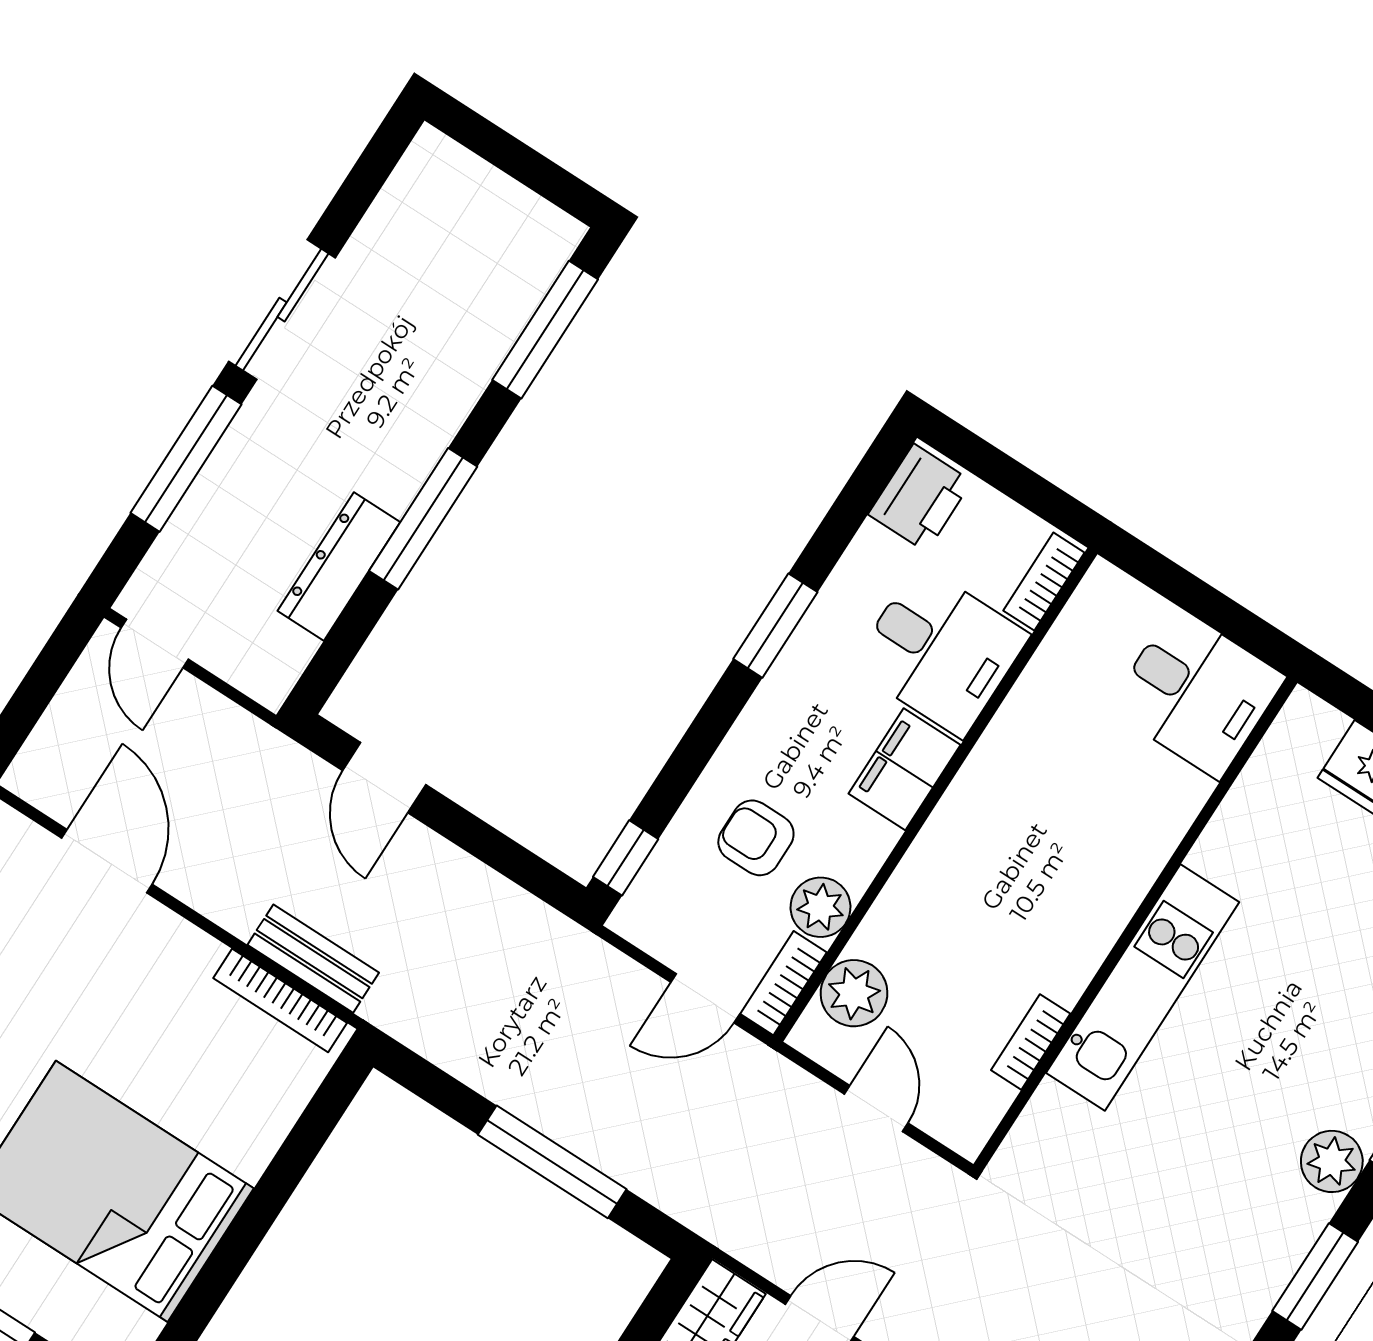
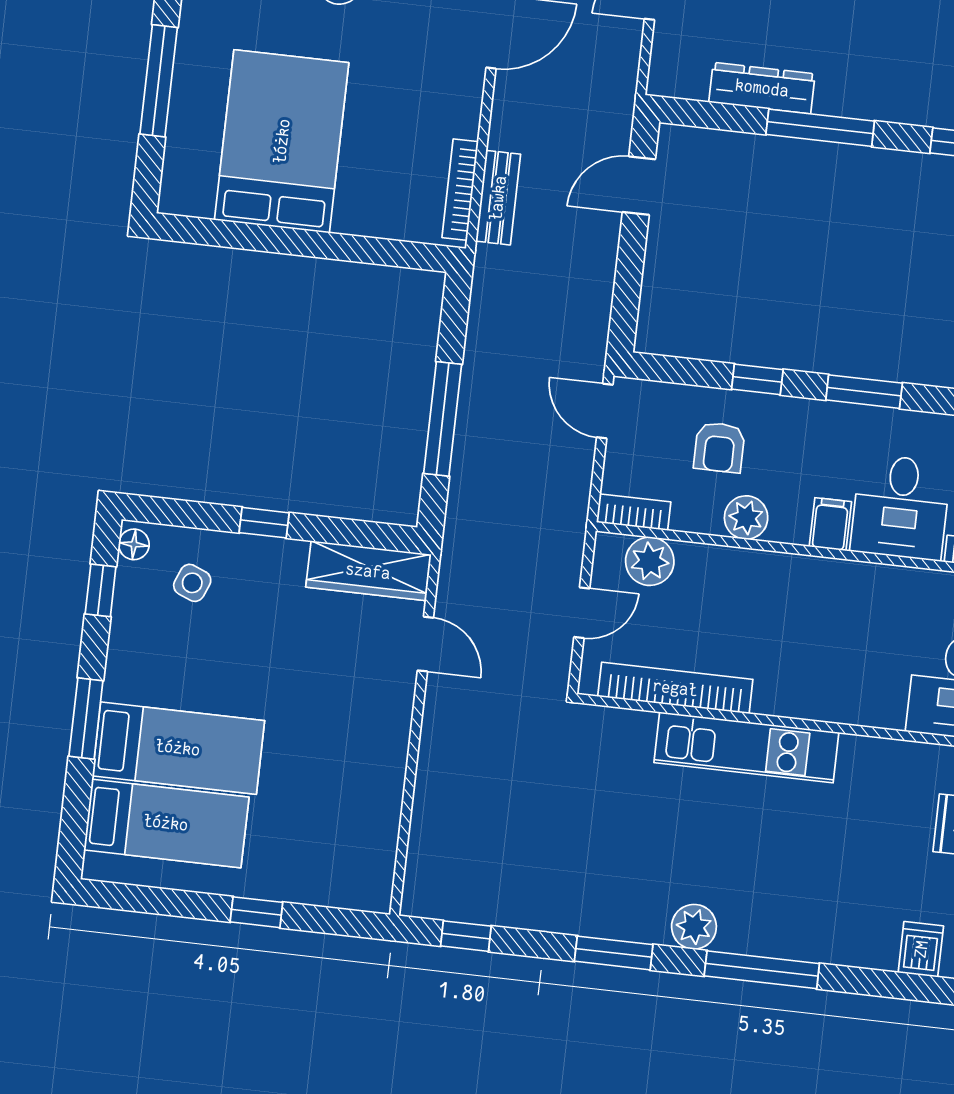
filing cabinet: (905, 769) -> (830, 524), width x0.50
armchair: (756, 838) -> (719, 447), turned 180
window: (626, 858) -> (757, 379), moved
plant: (821, 907) -> (746, 518), moved
door: (705, 998) -> (605, 411), moved
bookcase: (1031, 1042) -> (675, 688), width x2.31, depth x1.31

